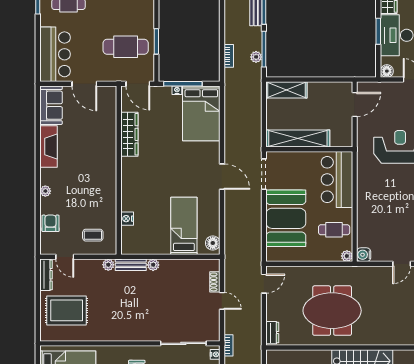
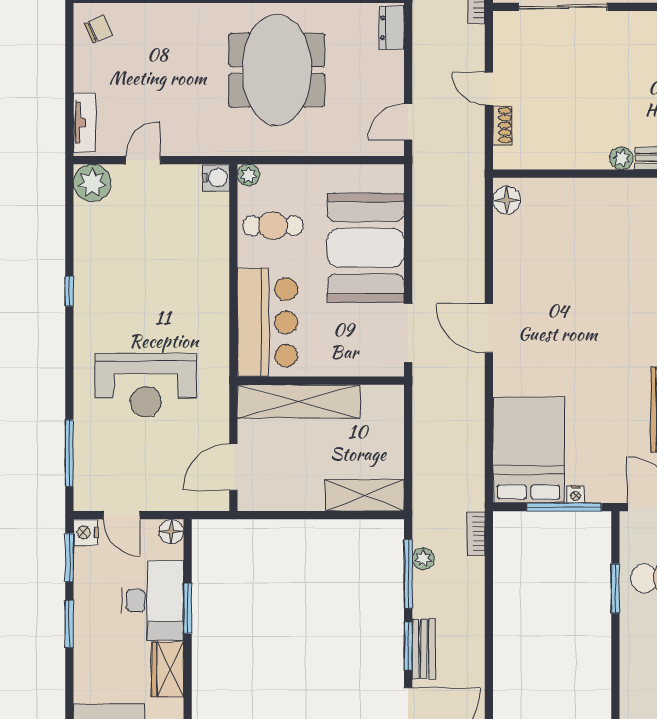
bookcase: (229, 56) -> (476, 534), moved
shelving: (298, 139) -> (299, 401), moved
bed: (184, 226) -> (562, 233), removed
meeting table: (332, 311) -> (277, 70), turned 90

